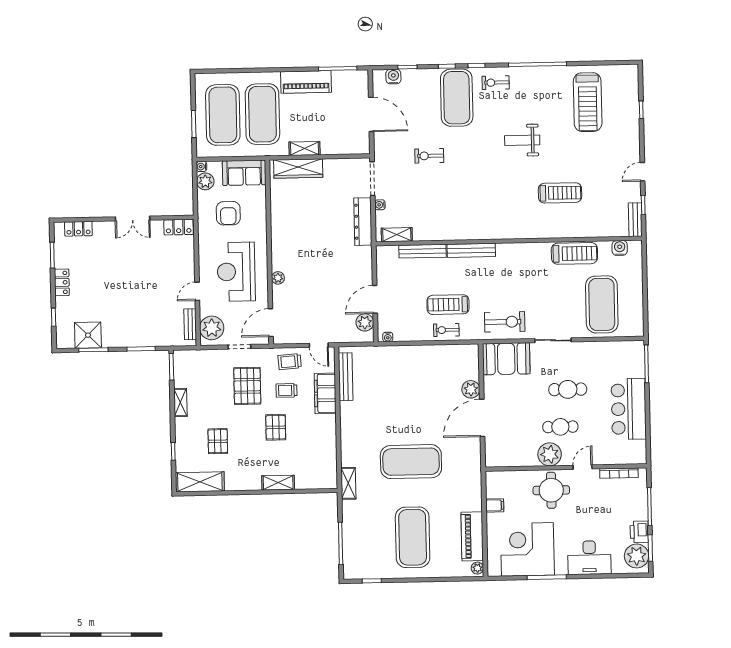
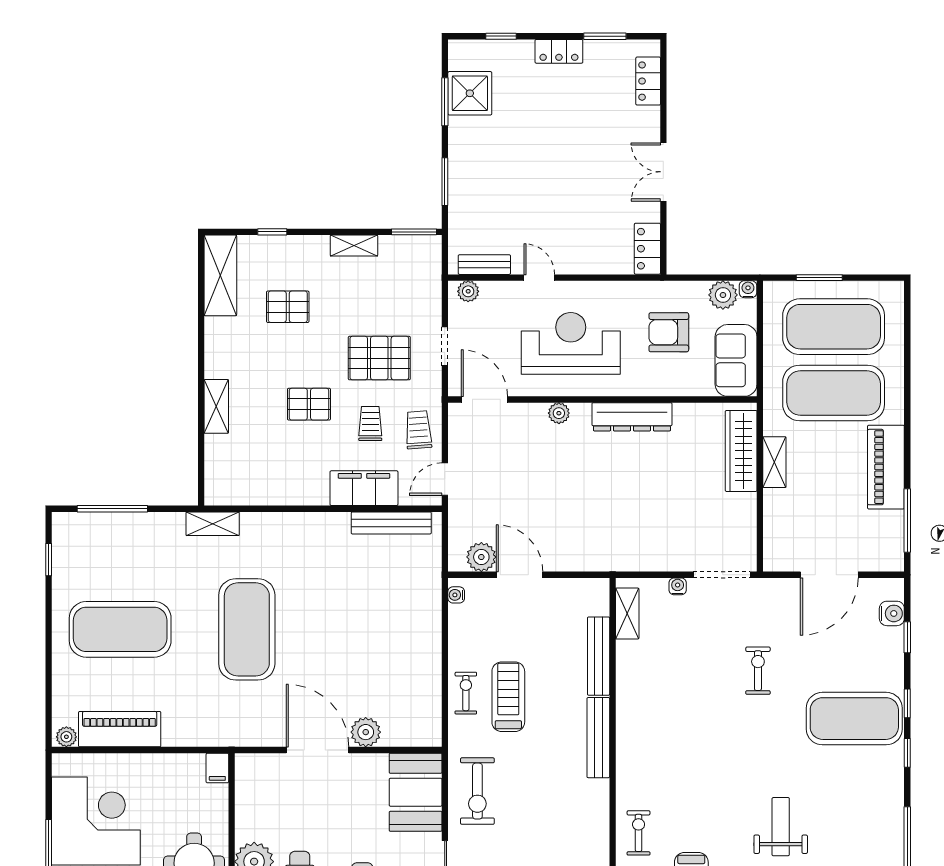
exercise bike: (496, 83) -> (639, 833), moved
dresser: (363, 222) -> (632, 417), moved, turned 180
plant: (212, 328) -> (468, 291), width x0.53, depth x0.53
filing cabinet: (495, 505) -> (217, 768), moved

